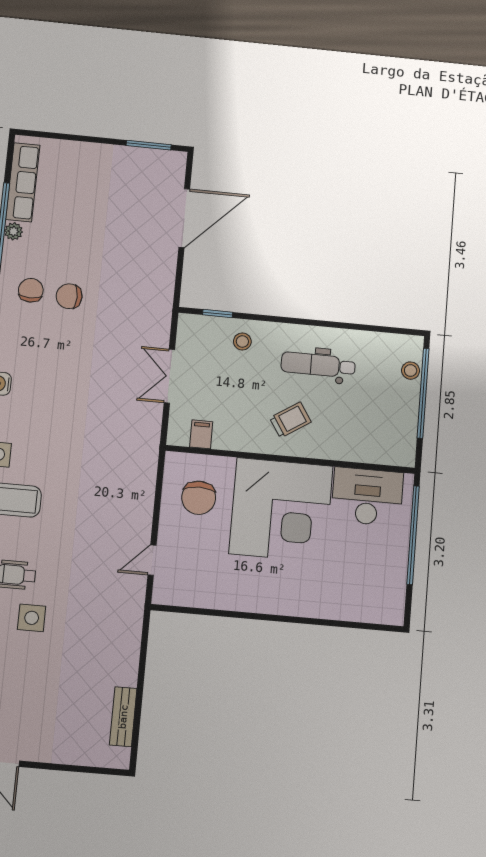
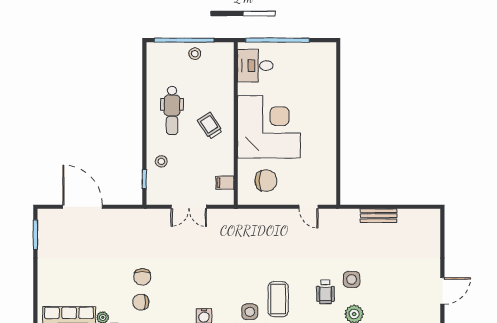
stool: (411, 371) -> (195, 54), moved
desk: (367, 497) -> (255, 66), width x0.73
bench: (123, 717) -> (378, 216), moved

